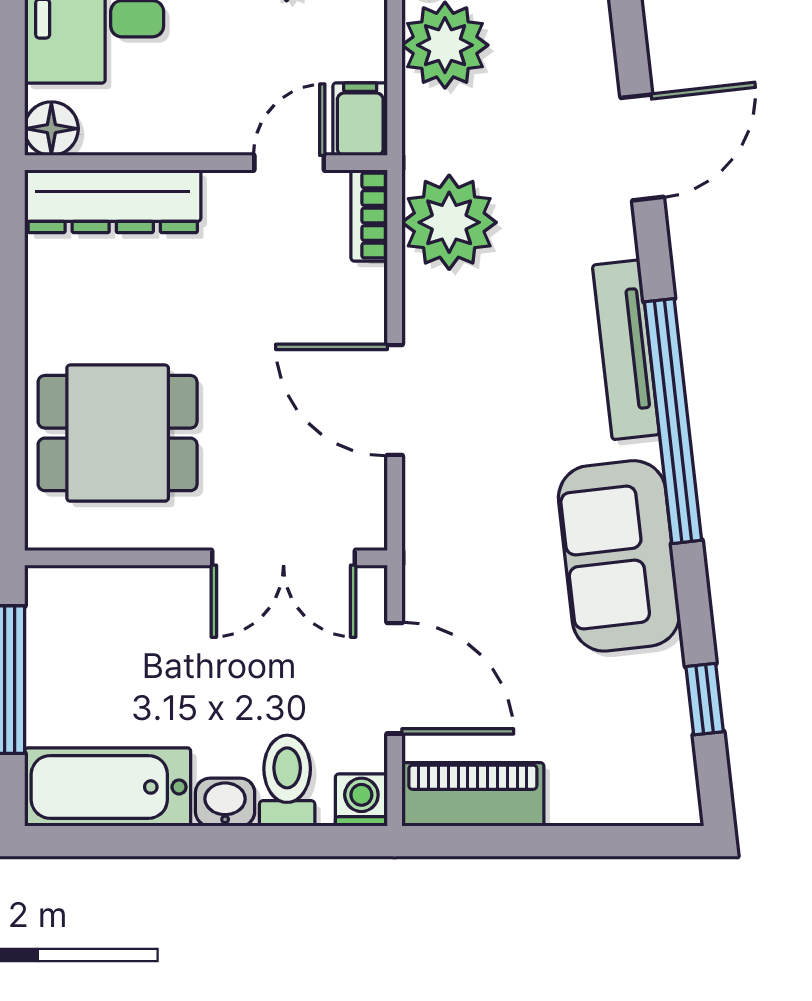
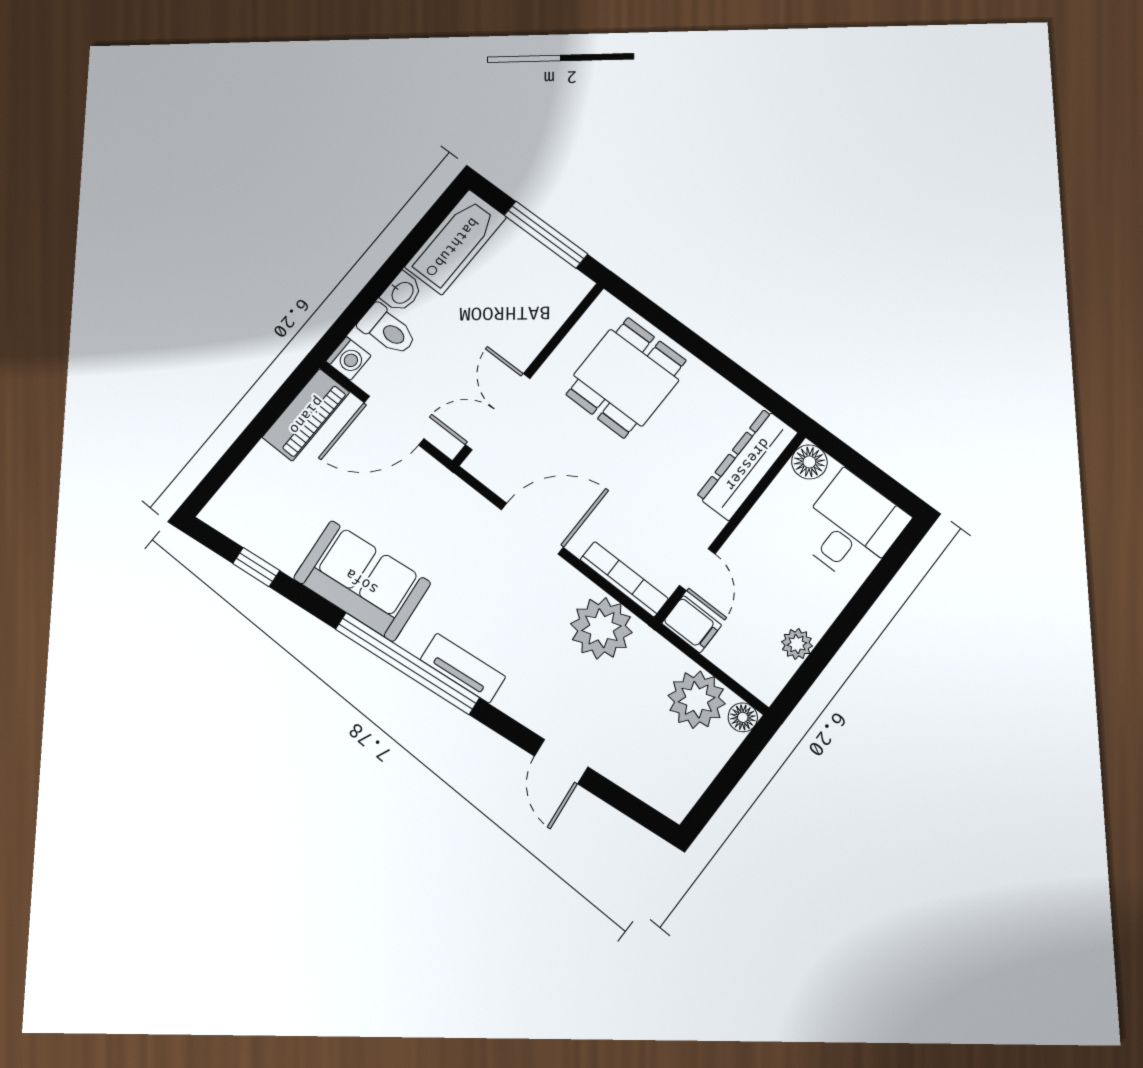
door: (642, 147) -> (561, 762), width x0.73
bookcase: (369, 215) -> (624, 579), width x1.56
tv unit: (626, 350) -> (463, 668), width x0.71

